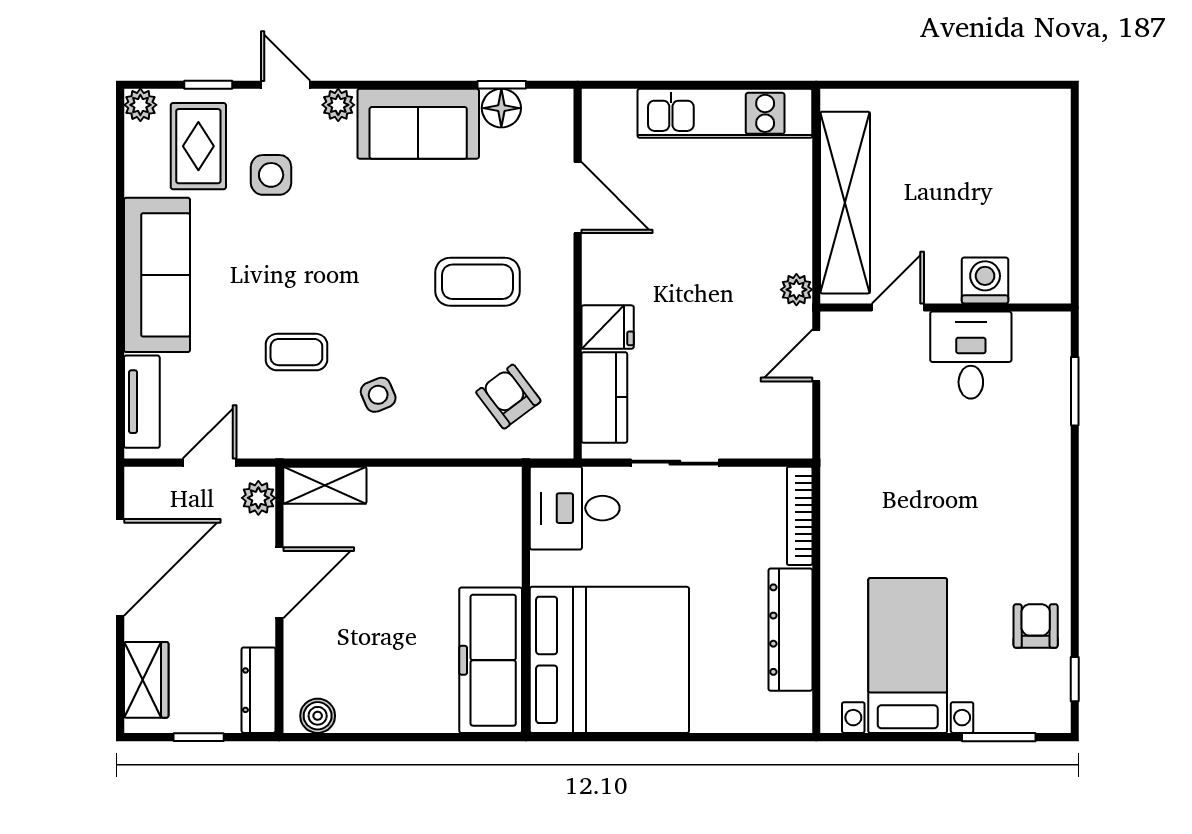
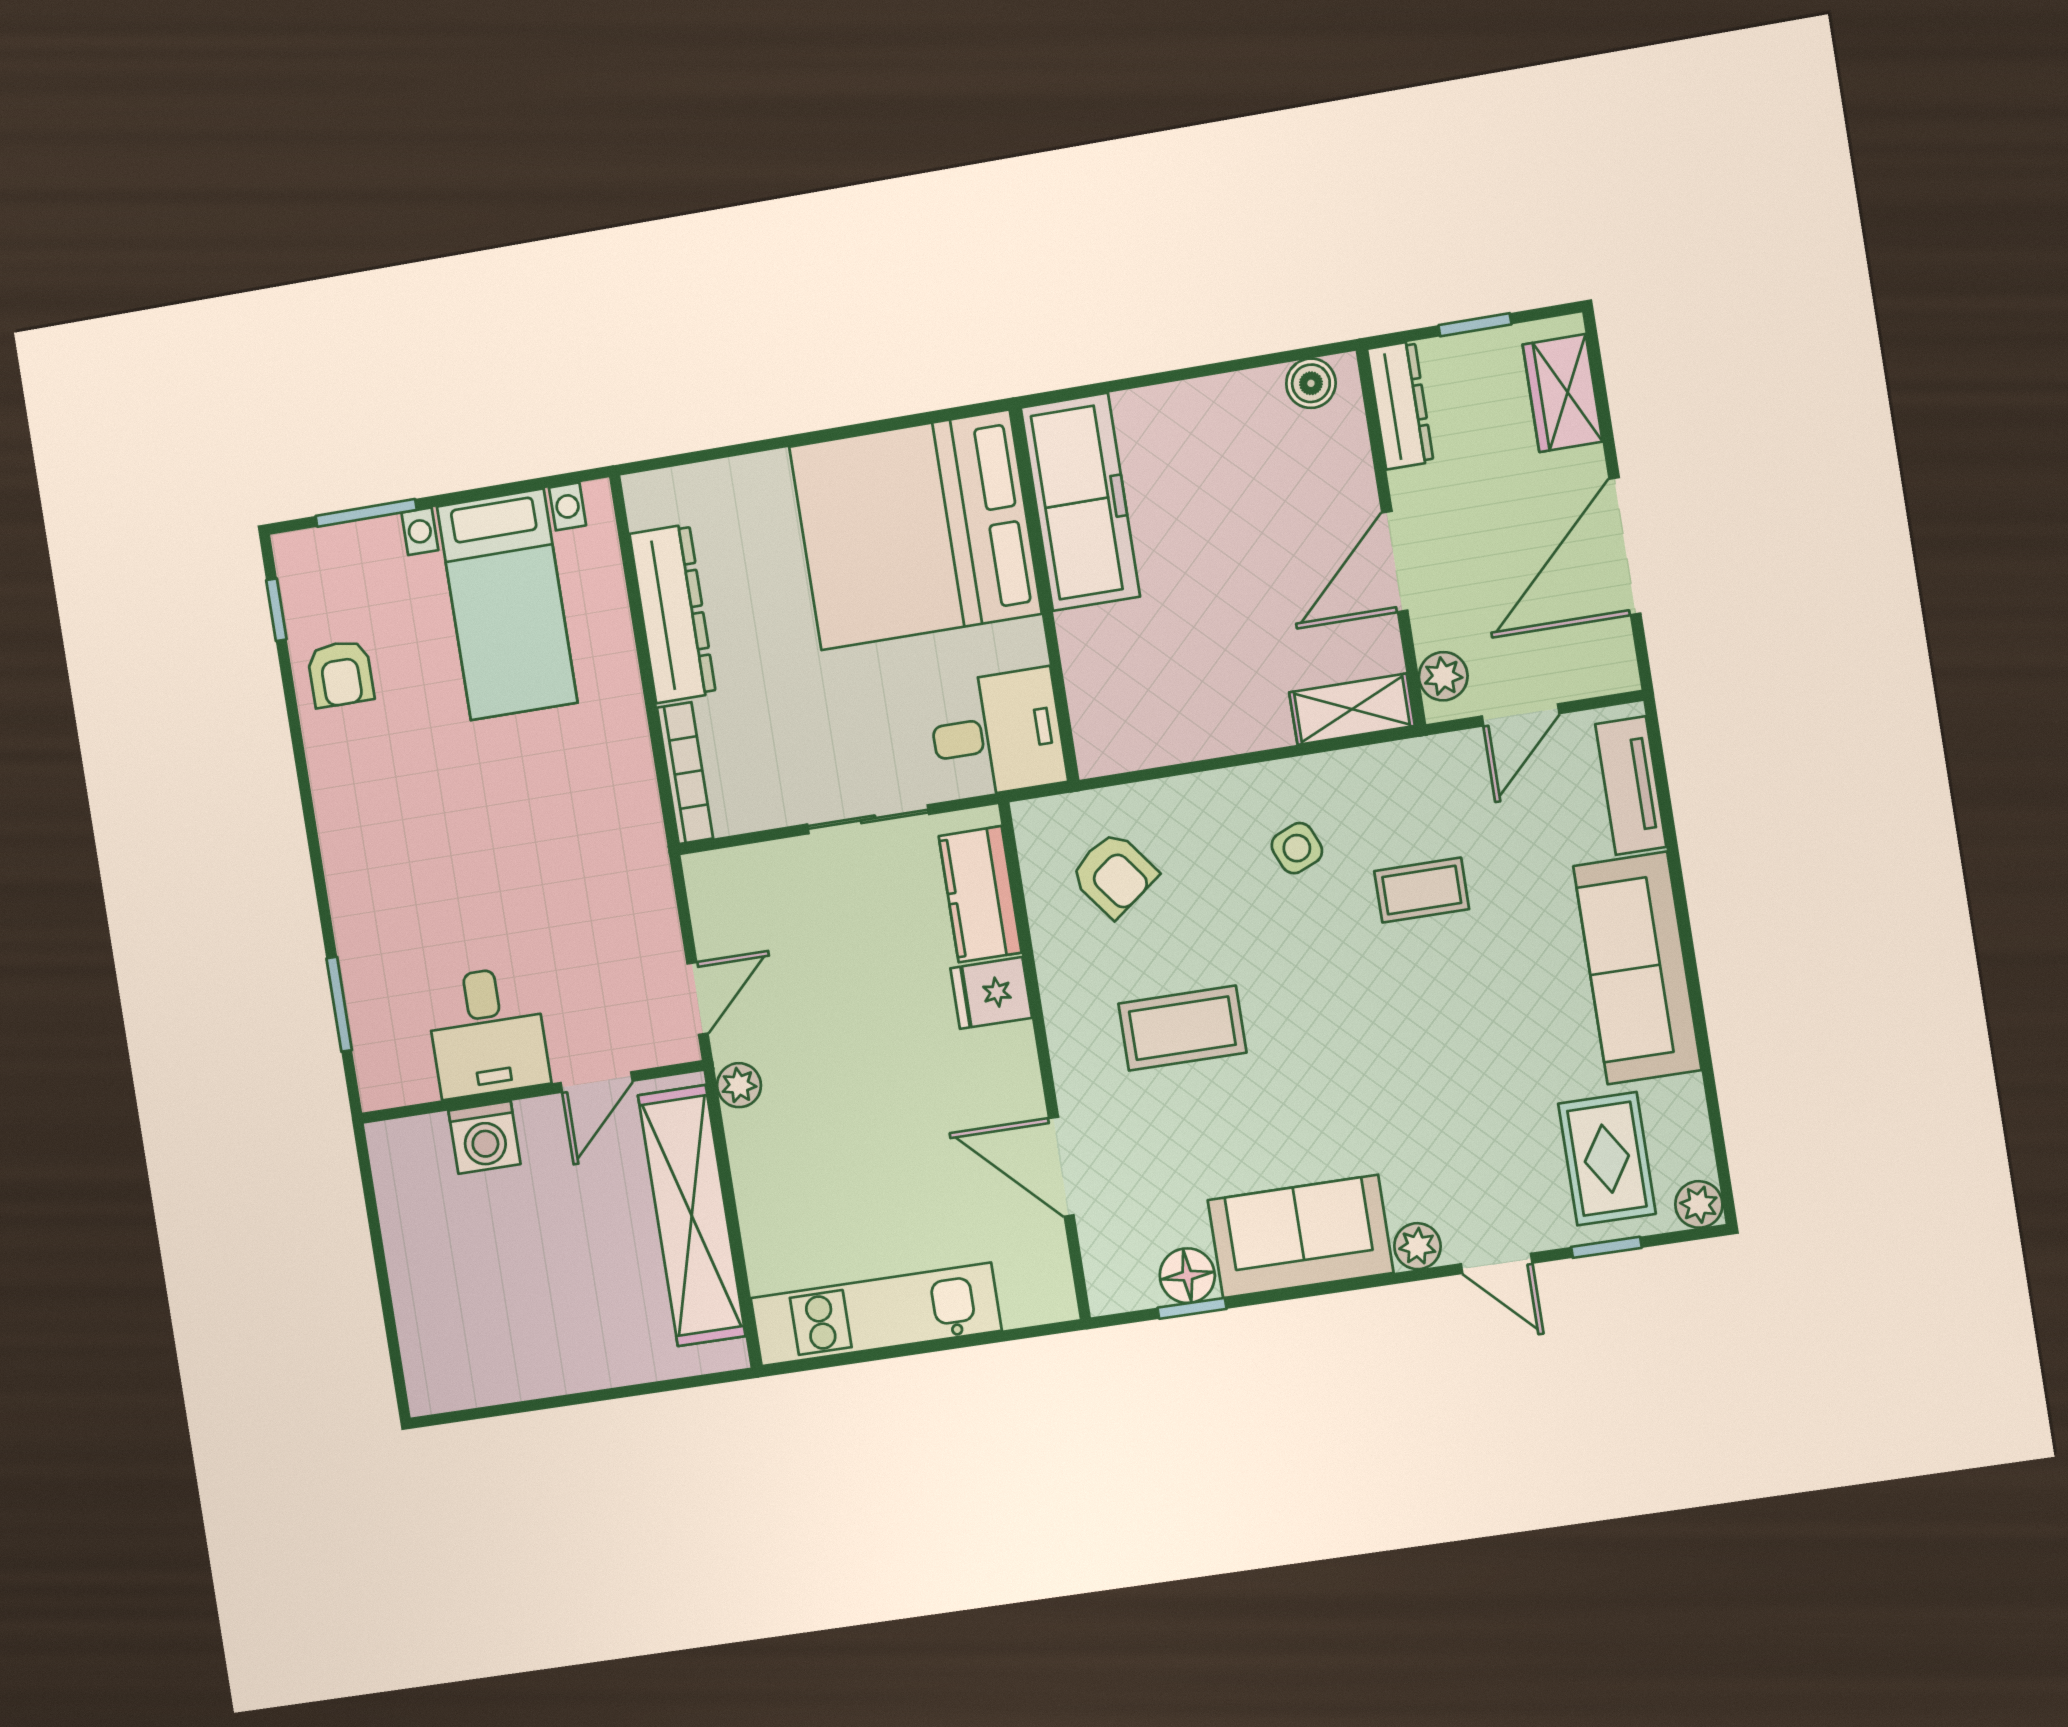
side table: (271, 175) -> (1497, 1134), removed

